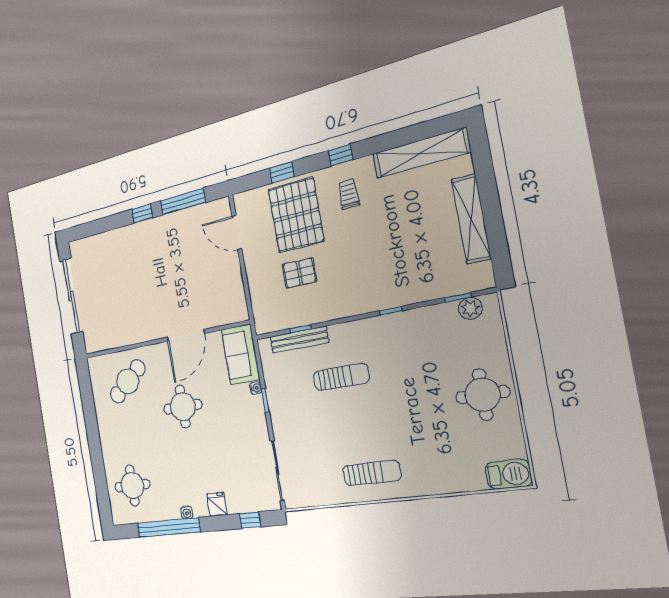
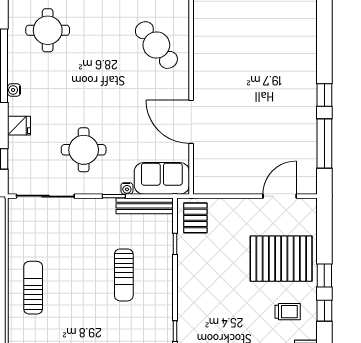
window: (282, 172) -> (324, 275), moved
pallet: (299, 273) -> (195, 218), moved
bench: (299, 340) -> (145, 206), moved, turned 90
round table: (183, 407) -> (84, 150), moved
sun lounger: (372, 473) -> (33, 288), turned 180

